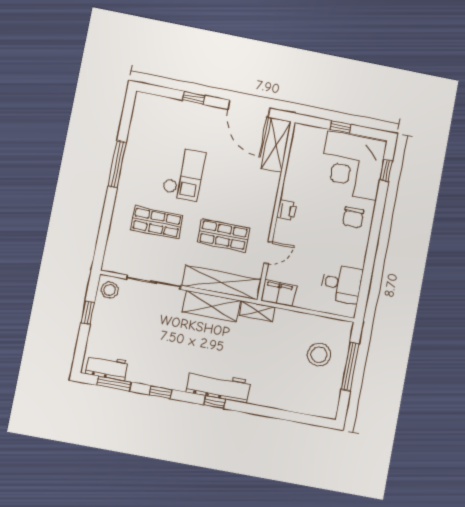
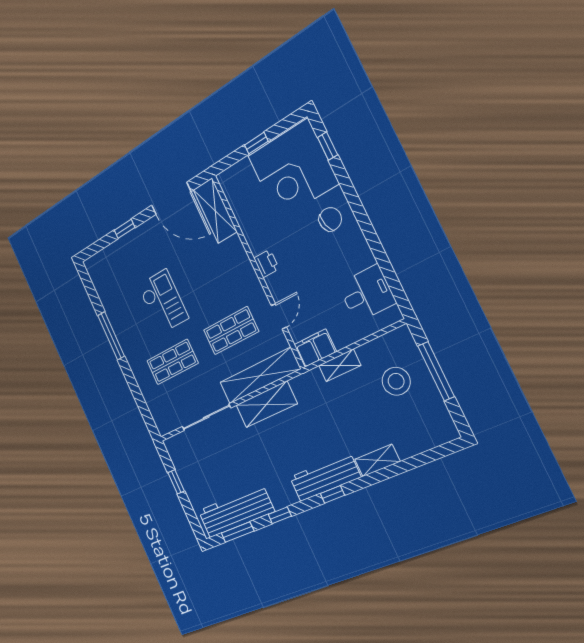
chair: (353, 217) -> (330, 219), turned -106
stool: (110, 290) -> (178, 450), removed
shelving: (257, 311) -> (340, 365), moved
workbench: (107, 367) -> (236, 511), width x1.88, depth x1.32
shelving: (266, 399) -> (377, 460), added

